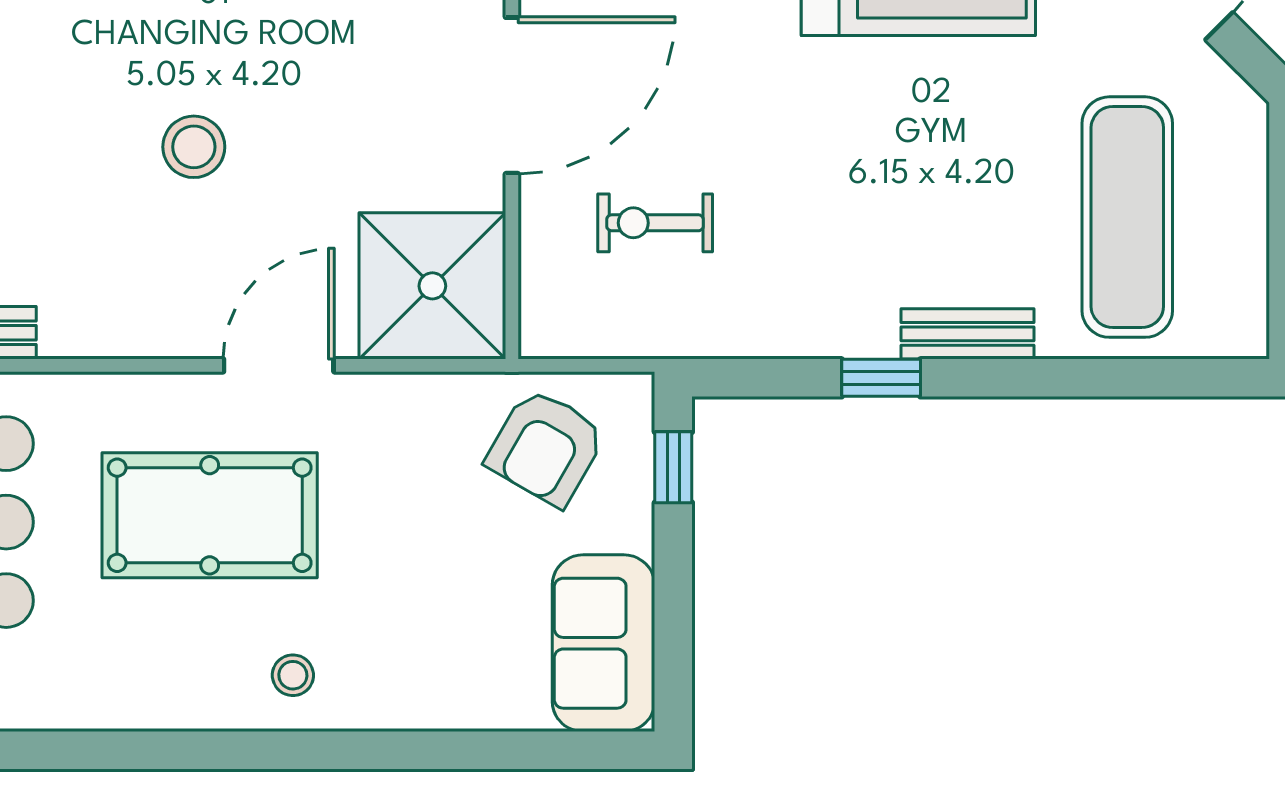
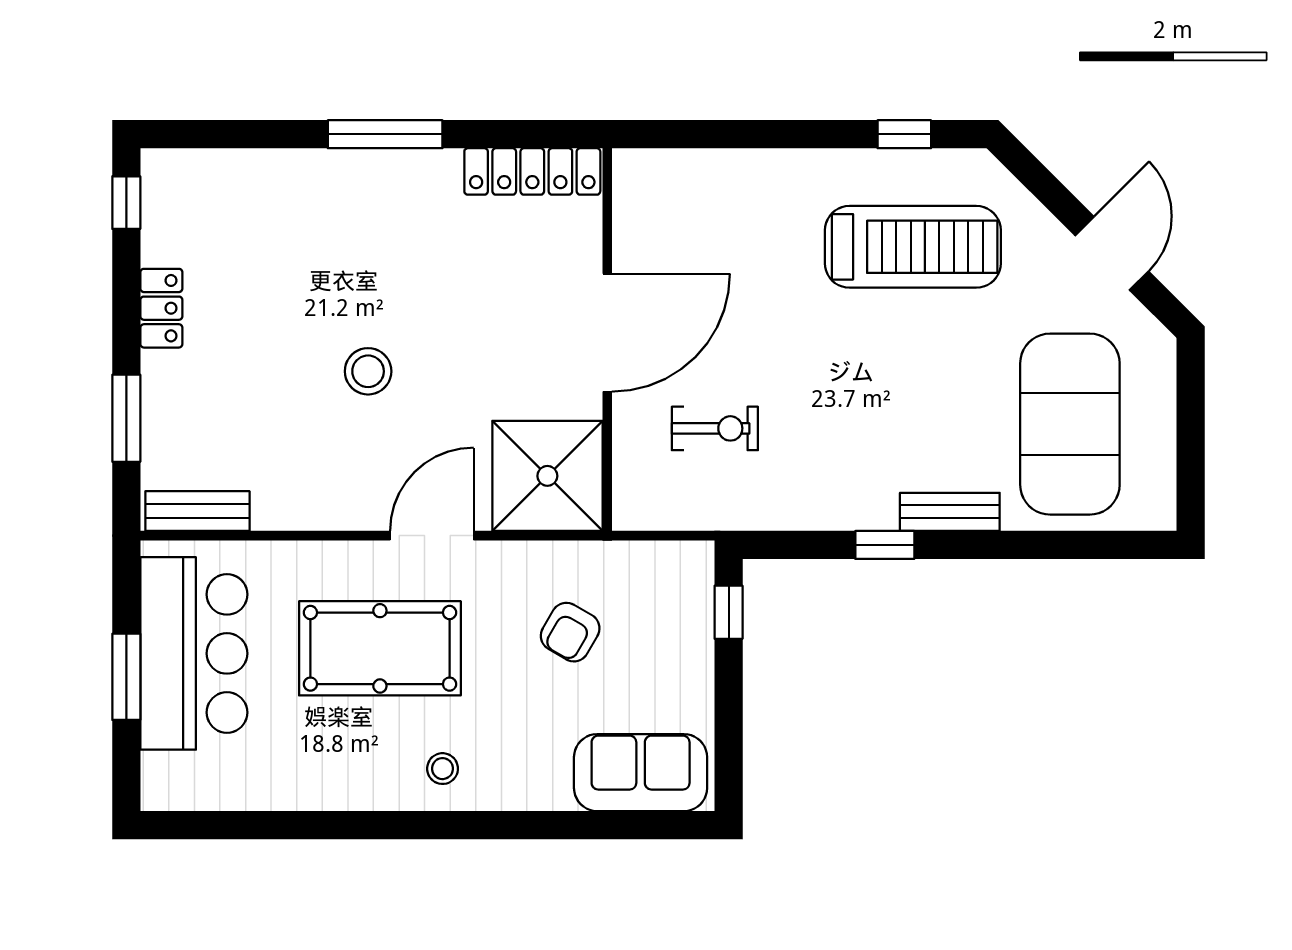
exercise mat: (1127, 217) -> (1070, 424), width x1.47
exercise bike: (655, 223) -> (715, 428), turned 180
armchair: (546, 447) -> (570, 632), moved, width x0.72, depth x0.72
sofa: (603, 643) -> (641, 773), moved, turned 90

